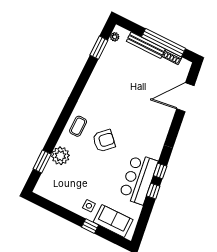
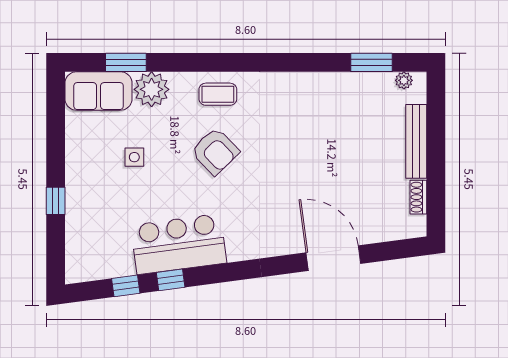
window: (163, 43) -> (436, 170), removed
door: (185, 97) -> (333, 258), moved
window: (160, 171) -> (126, 286), moved
side table: (89, 206) -> (134, 157), moved
sofa: (113, 221) -> (99, 91), moved, turned 90

